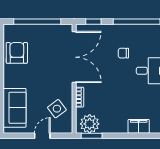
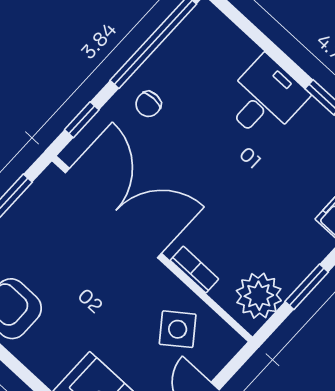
chair: (123, 53) -> (148, 104), moved
window: (92, 136) -> (307, 287), moved

